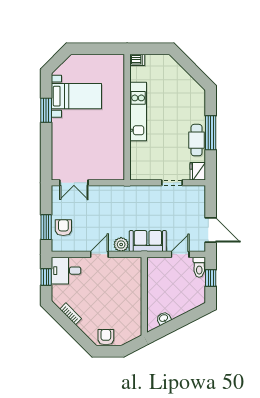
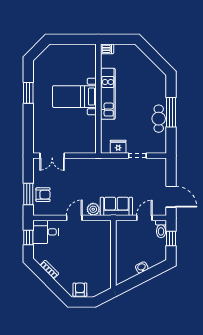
bed with nightstands: (76, 96) -> (74, 97), moved, turned 180
fridge: (198, 171) -> (118, 147), moved, turned 90
armchair: (63, 228) -> (43, 195), turned 90
washbasin: (164, 318) -> (142, 267), moved

